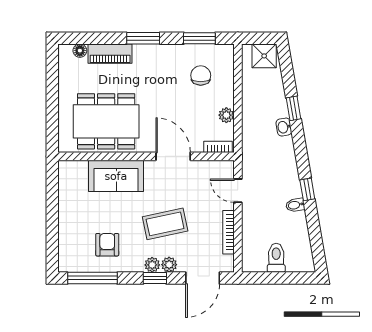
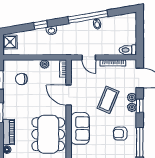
door: (173, 156) -> (69, 95), hinge flipped
window: (307, 189) -> (88, 17), width x3.17
door: (238, 191) -> (89, 57), hinge flipped
coffee table: (165, 224) -> (108, 100), turned 35
toilet: (276, 258) -> (128, 50), moved

